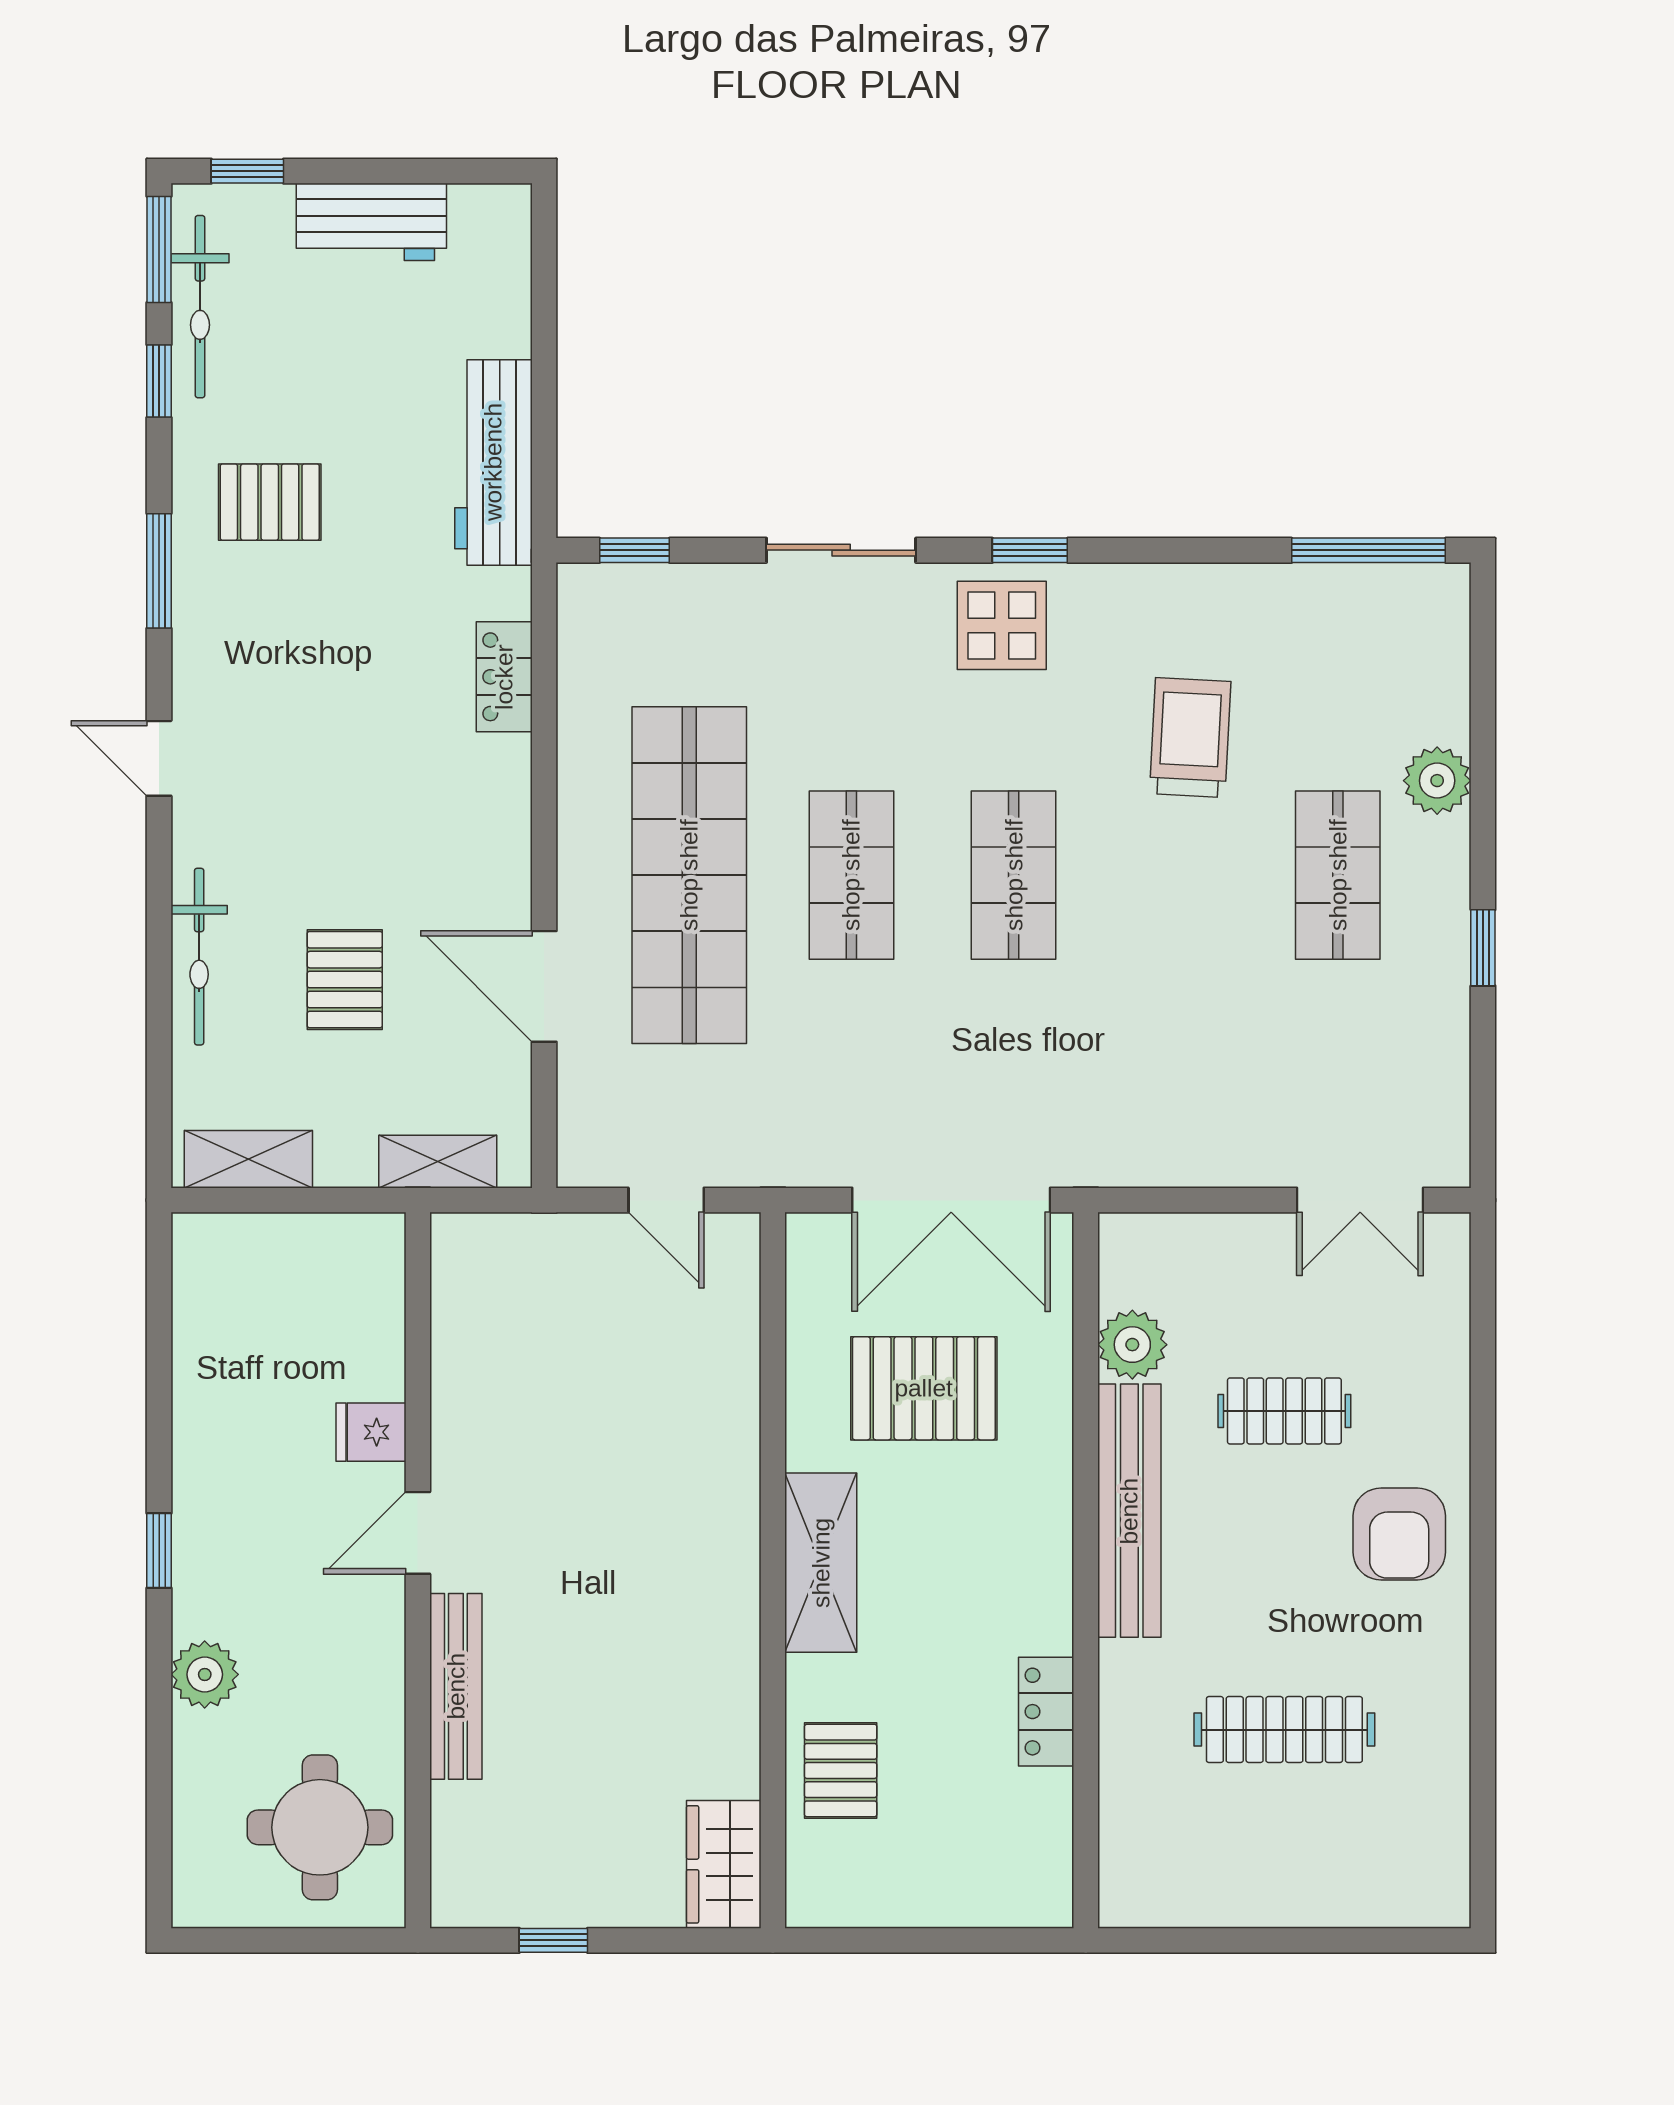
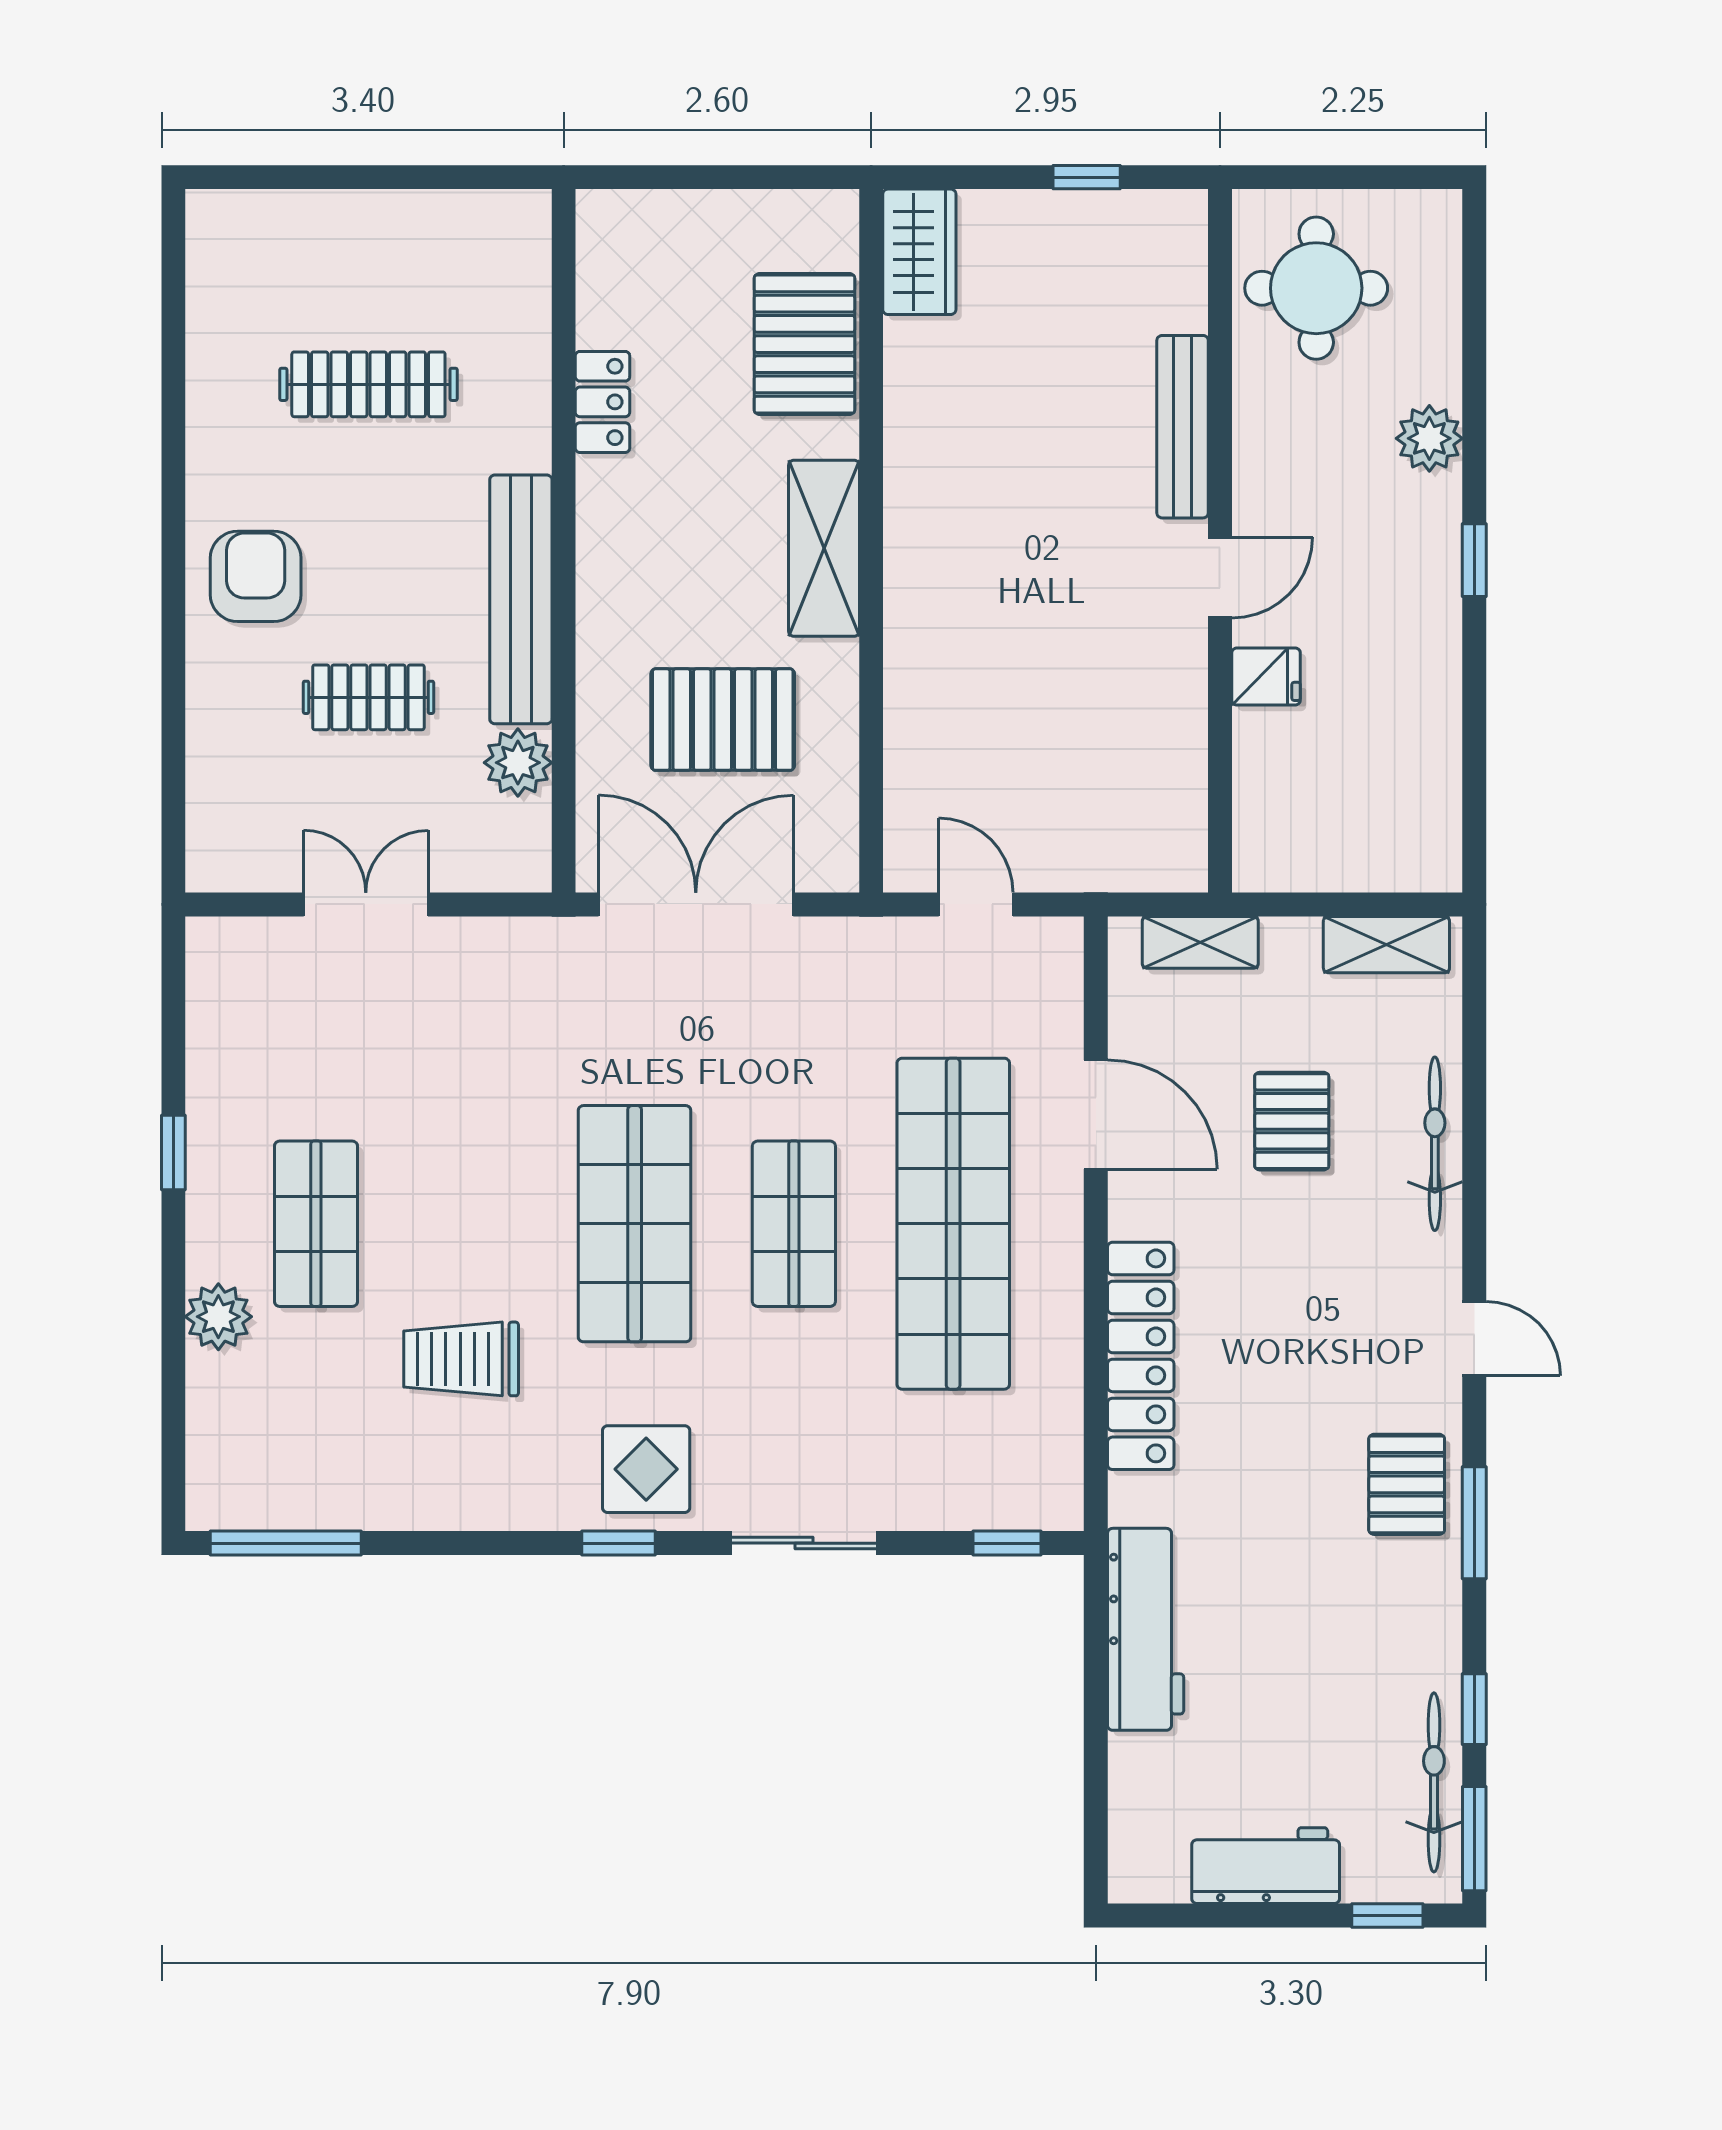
pallet: (270, 502) -> (1407, 1484), moved, turned 90
locker: (504, 677) -> (1141, 1356), width x2.16, depth x1.21
trolley: (1190, 738) -> (461, 1359), turned 87
shop shelf: (1014, 875) -> (635, 1224), width x1.43, depth x1.36
double door: (1360, 1200) -> (366, 904), moved
pallet: (841, 1770) -> (804, 344), width x1.50, depth x1.42

